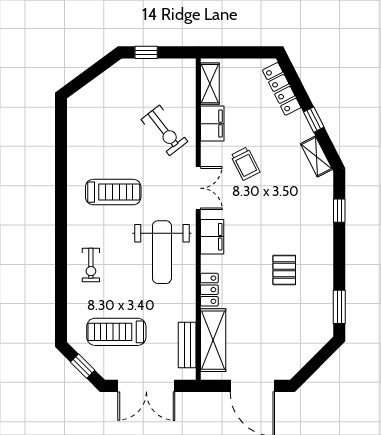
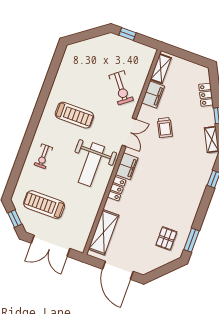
locker: (282, 89) -> (206, 95), width x0.66
pallet: (284, 270) -> (166, 238), moved
locker: (209, 290) -> (117, 189), moved
bench: (187, 345) -> (86, 229), removed

